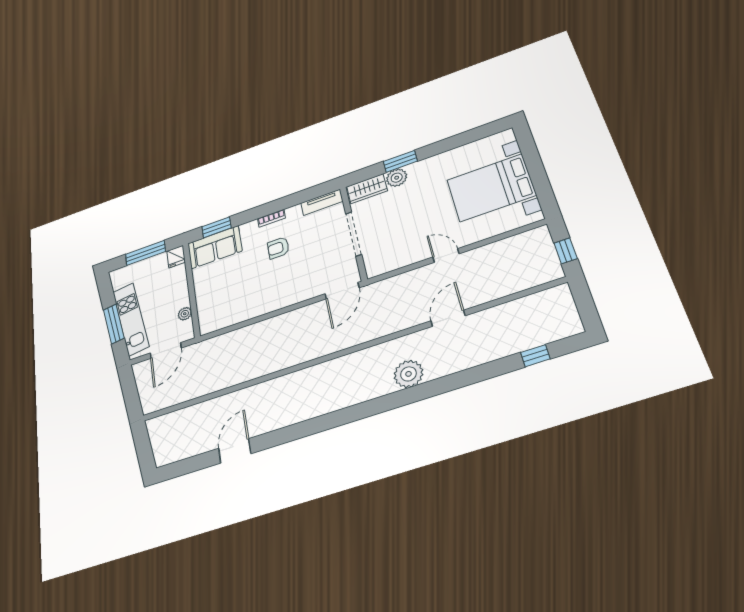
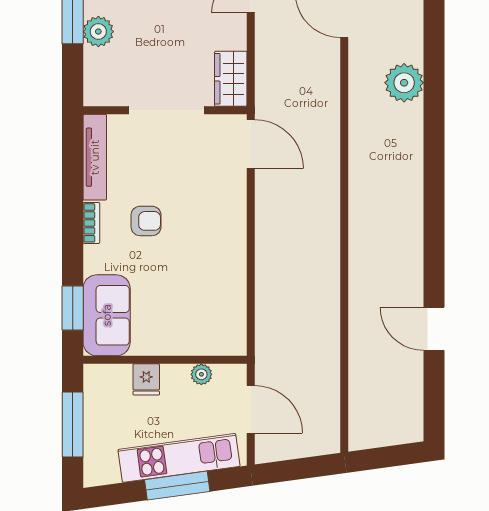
wardrobe: (367, 189) -> (231, 79), moved, turned 180
tv unit: (322, 202) -> (95, 157), width x1.41
armchair: (278, 248) -> (146, 221), turned -90
fridge: (176, 257) -> (146, 379), moved, turned 90

